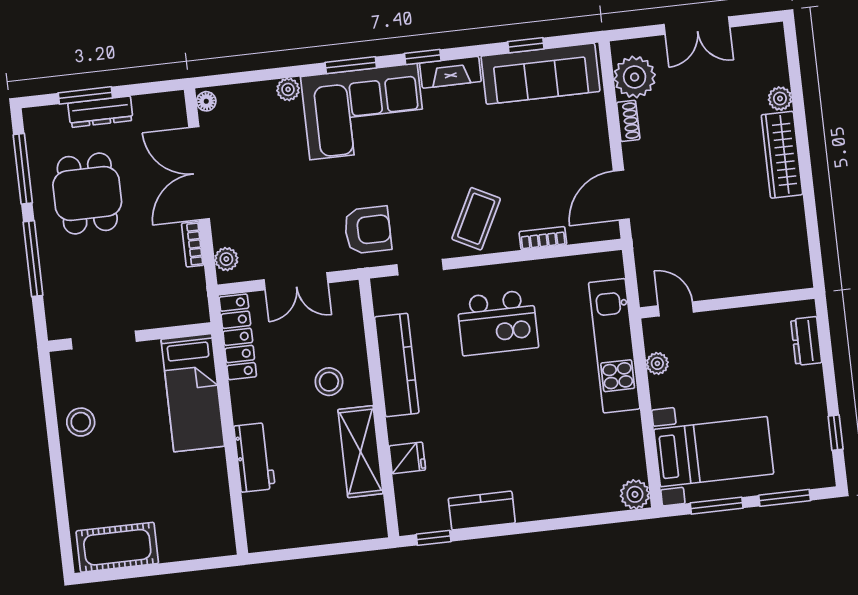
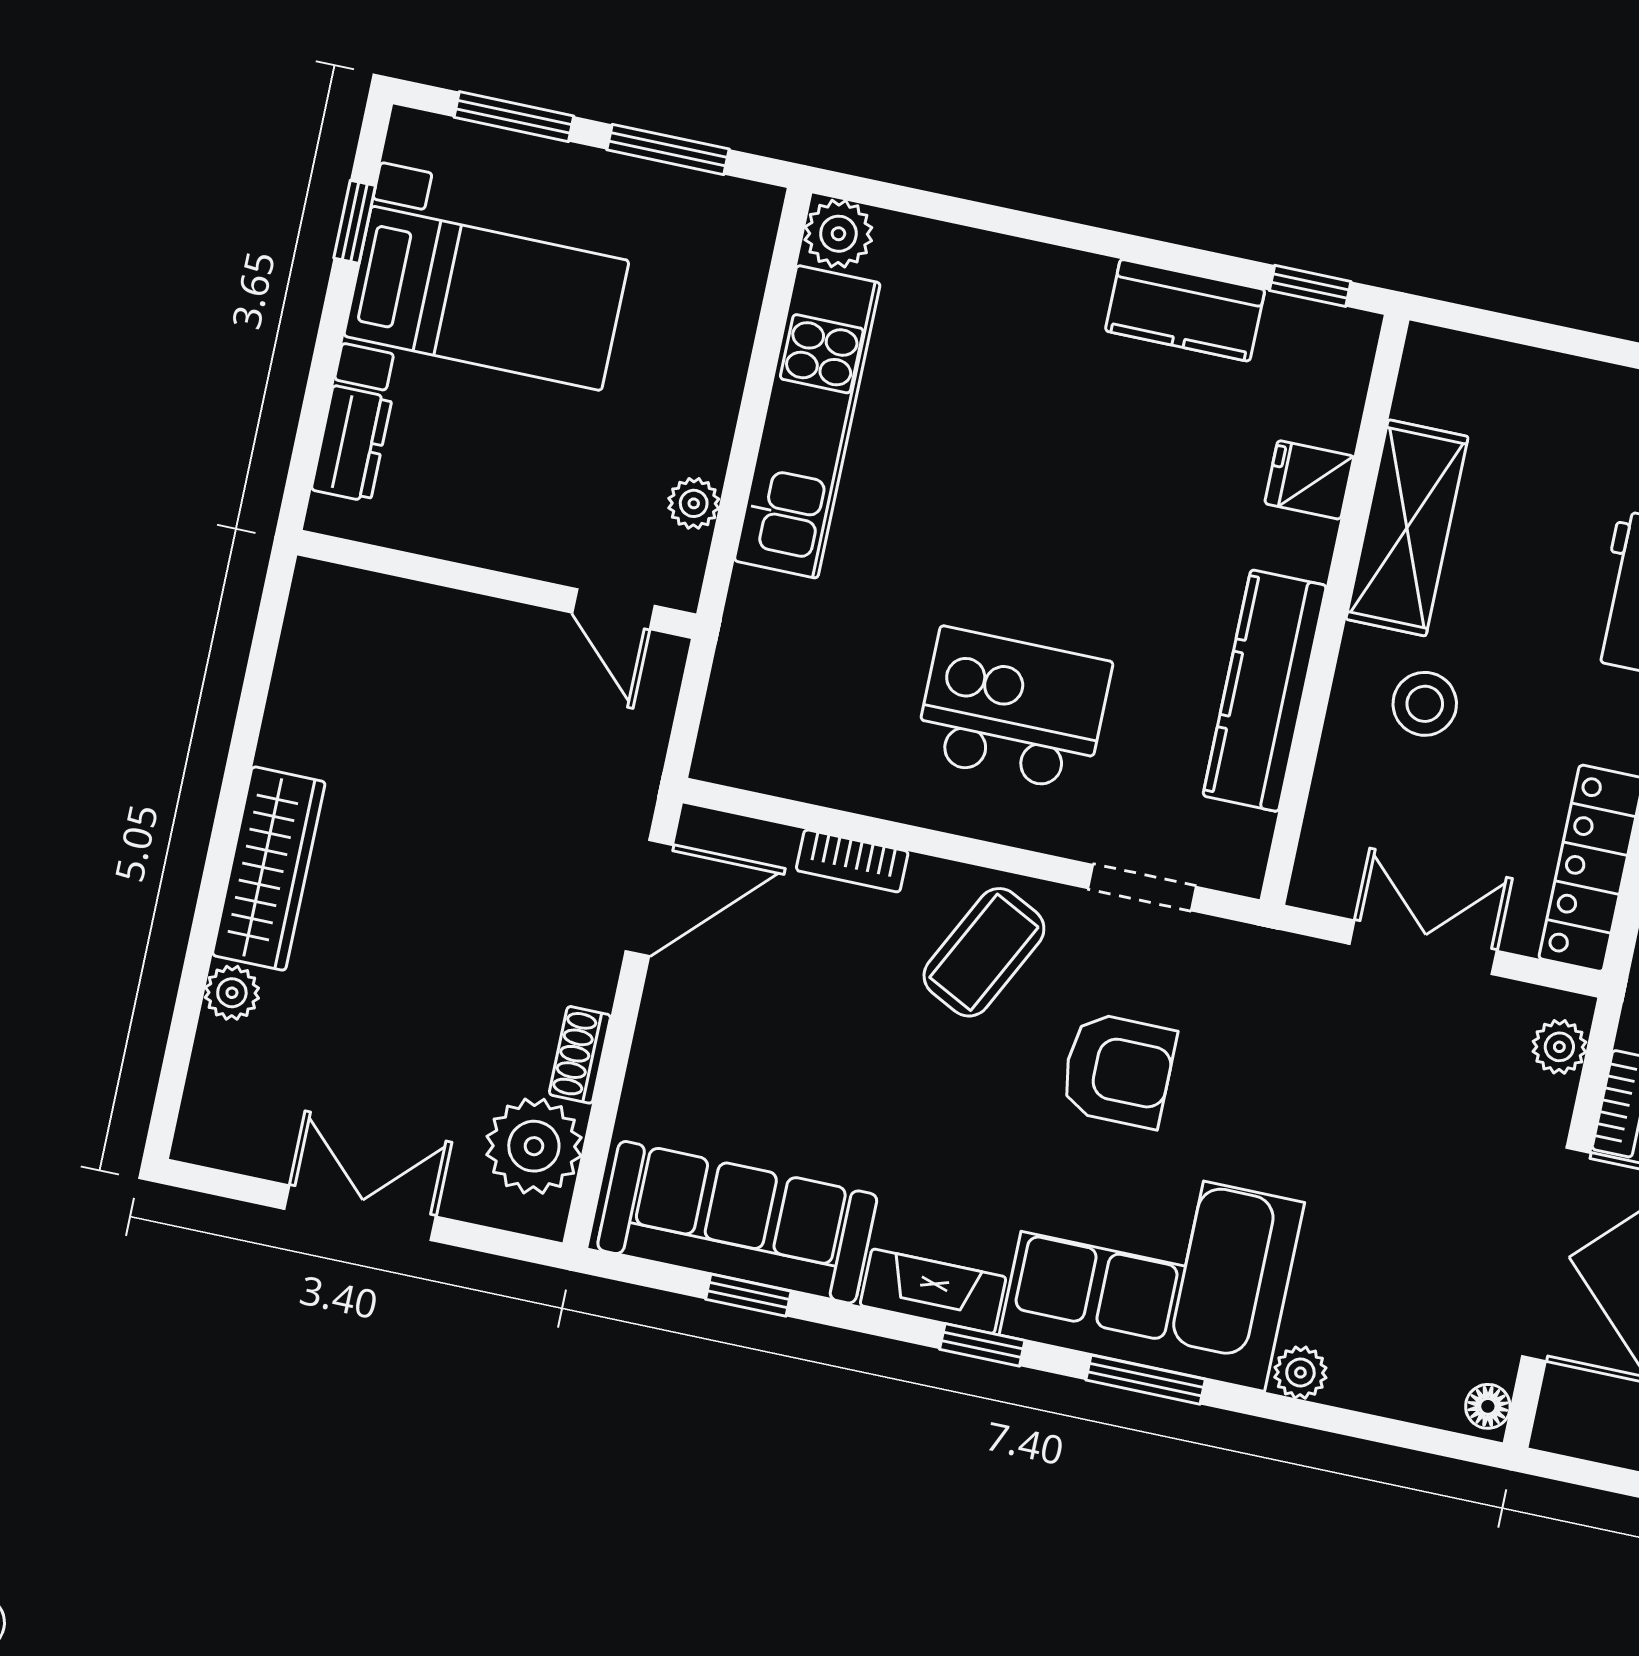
armchair: (368, 230) -> (1118, 1070), moved, turned 180
kitchen unit: (614, 346) -> (807, 422), moved
bed with nightstands: (714, 452) -> (486, 298), moved, turned 180

